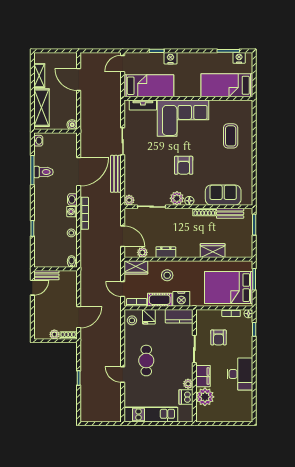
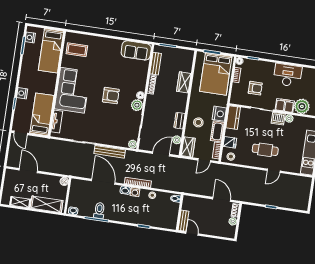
door: (79, 80) -> (28, 171), swing flipped
coffee table: (231, 136) -> (77, 50), moved
sofa: (223, 195) -> (136, 50), moved, turned -90
dishwasher: (186, 397) -> (278, 119), moved

